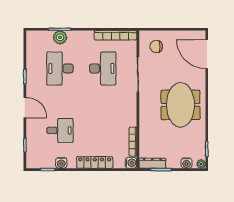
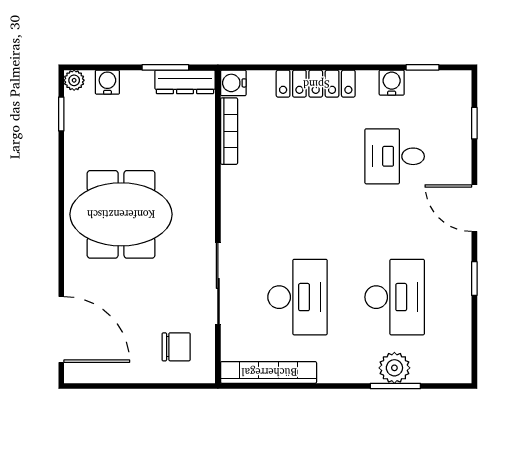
desk: (103, 68) -> (298, 297), turned 180
meeting table: (180, 105) -> (121, 214), turned 90

